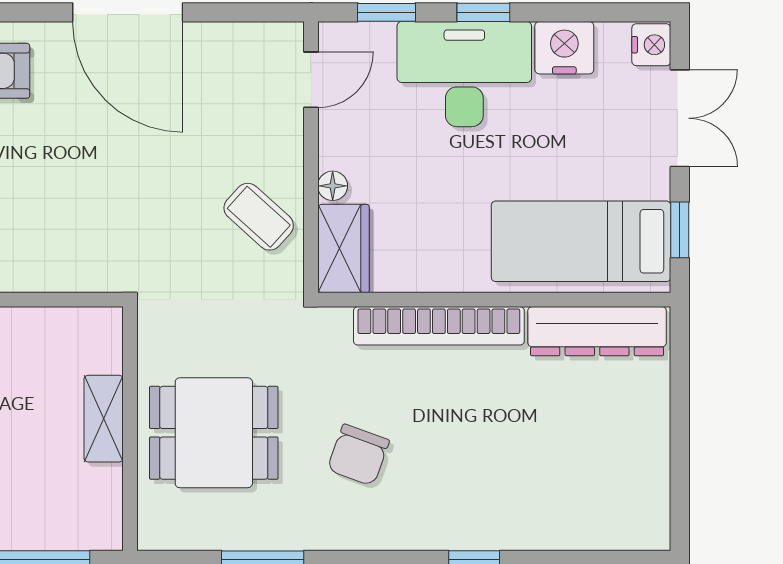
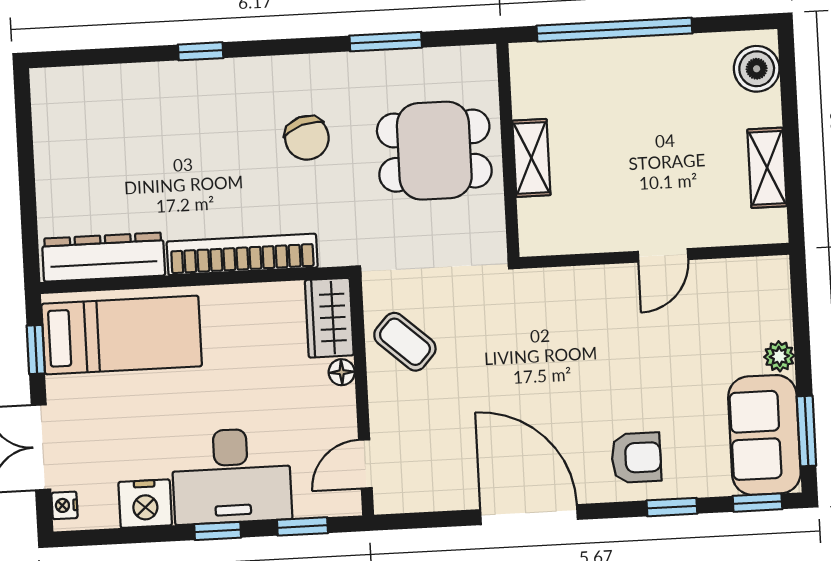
nightstand: (651, 45) -> (64, 505), width x0.72, depth x0.74
chair: (358, 455) -> (307, 138), turned 142

